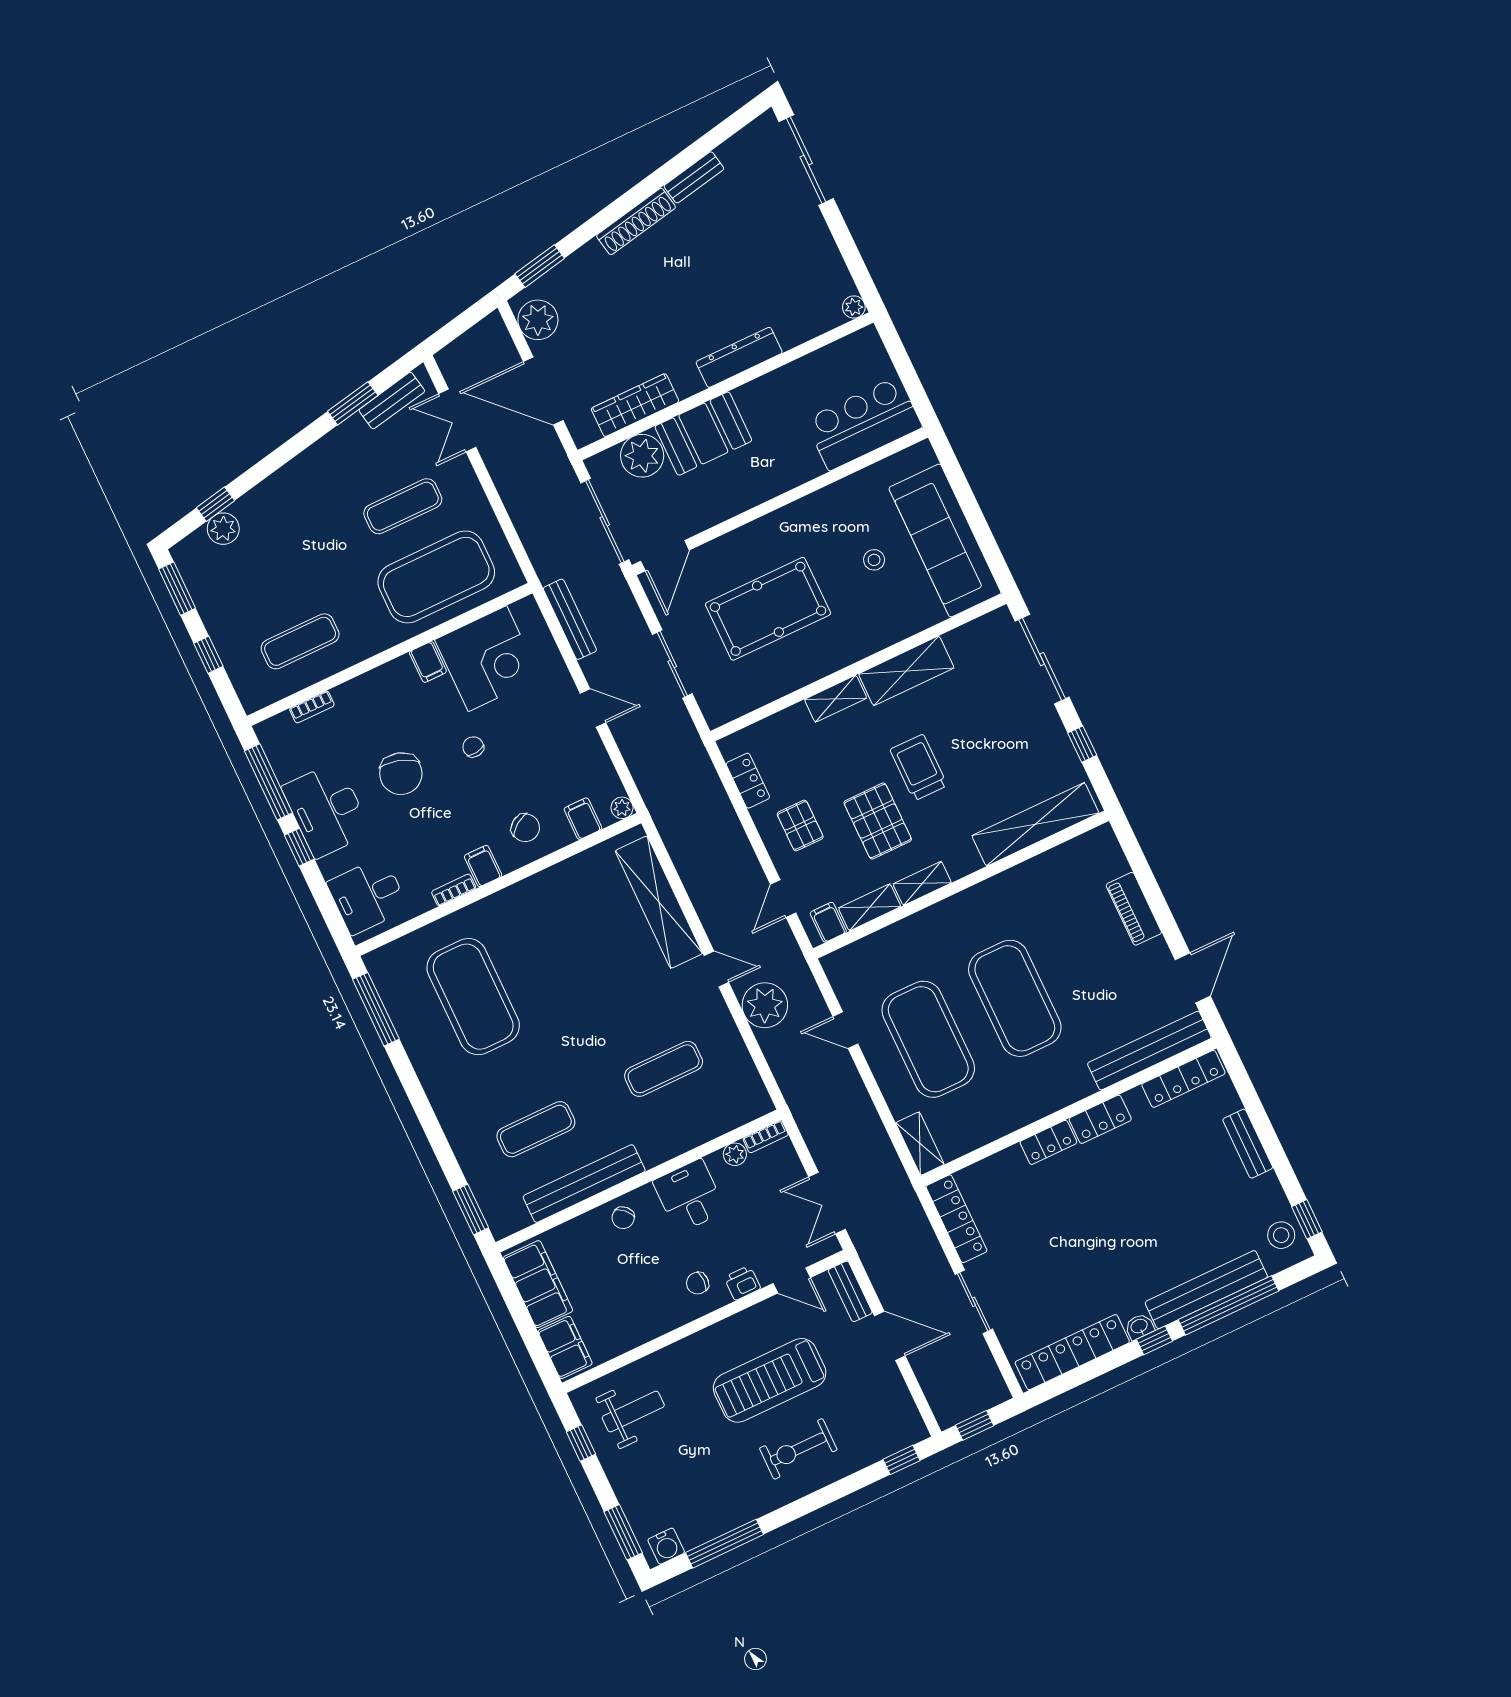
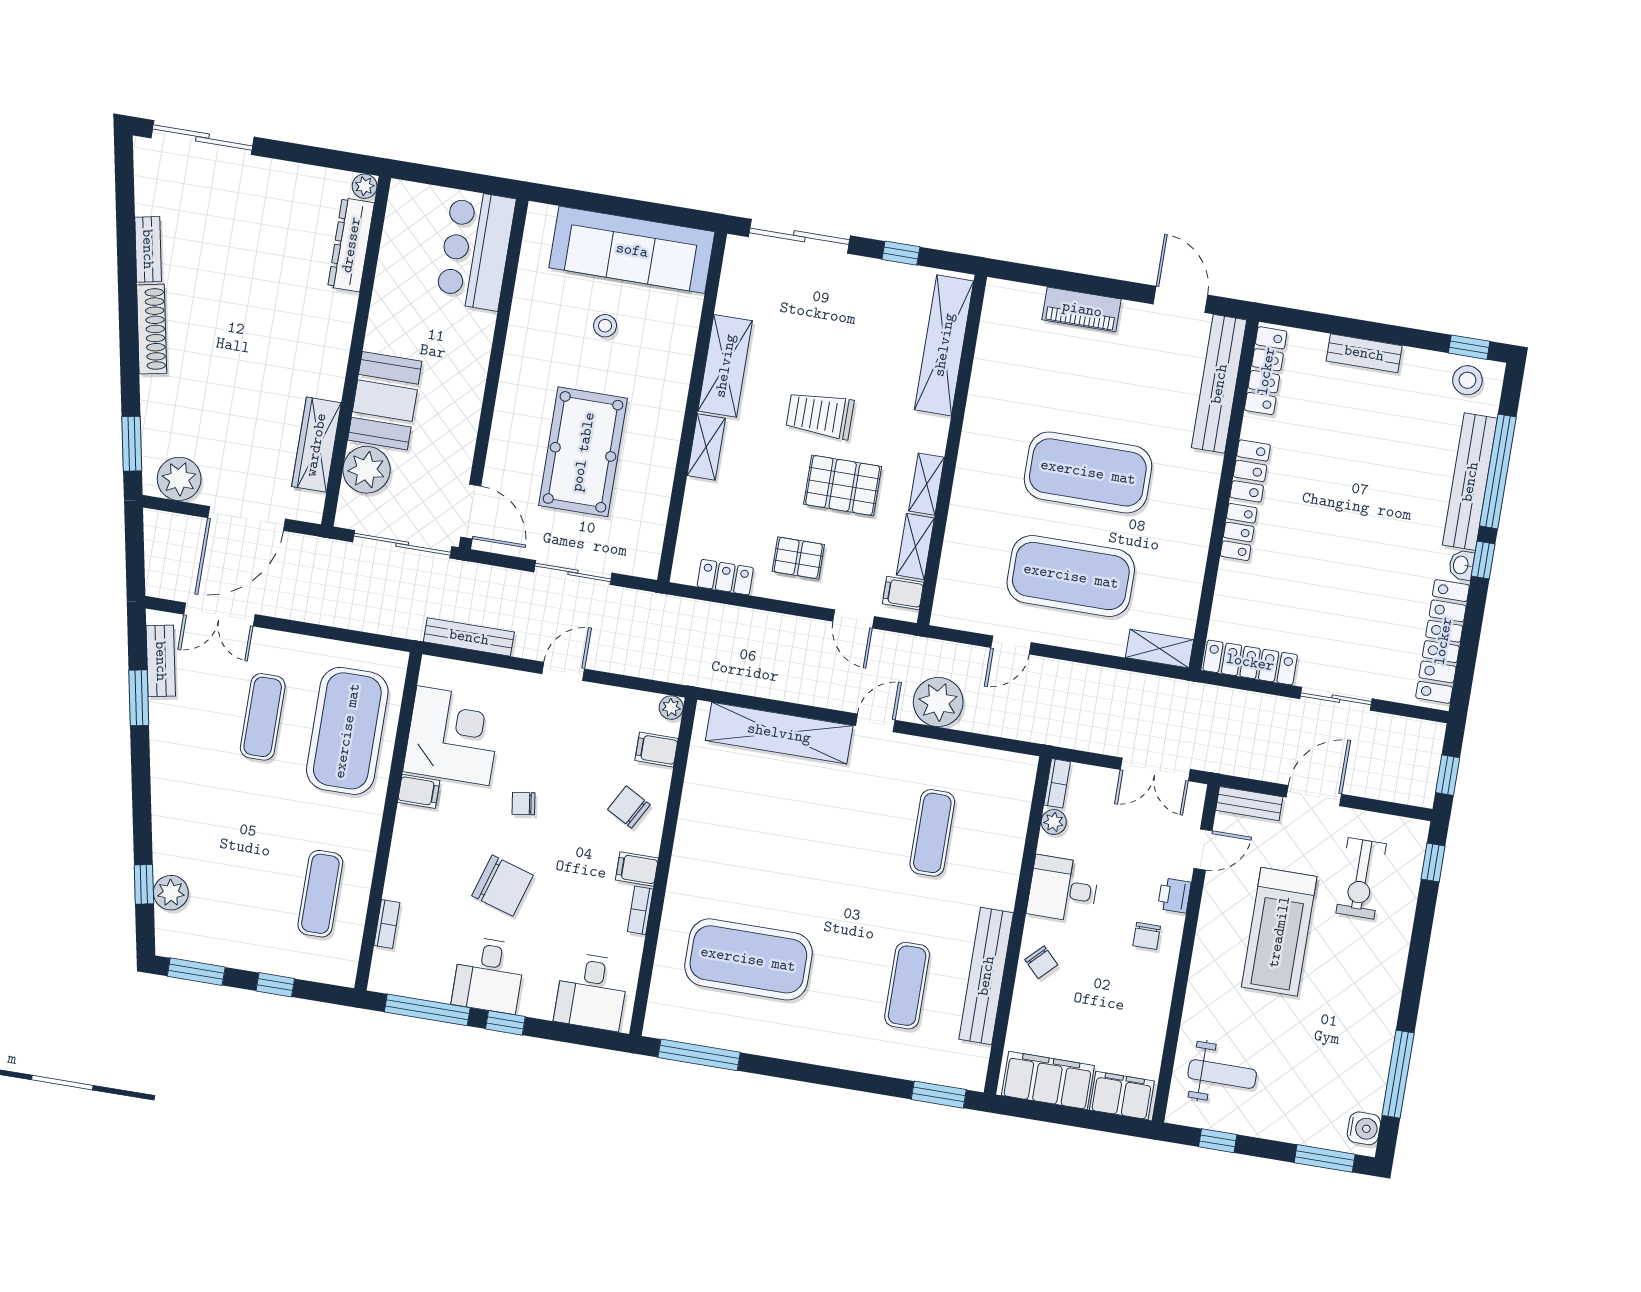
dresser: (739, 357) -> (351, 245), moved
desk: (326, 810) -> (489, 975), width x0.73
chair: (525, 828) -> (629, 807), turned -116
weight bench: (633, 1412) -> (1222, 1074), turned 90
exercise bike: (798, 1449) -> (1361, 878), moved

